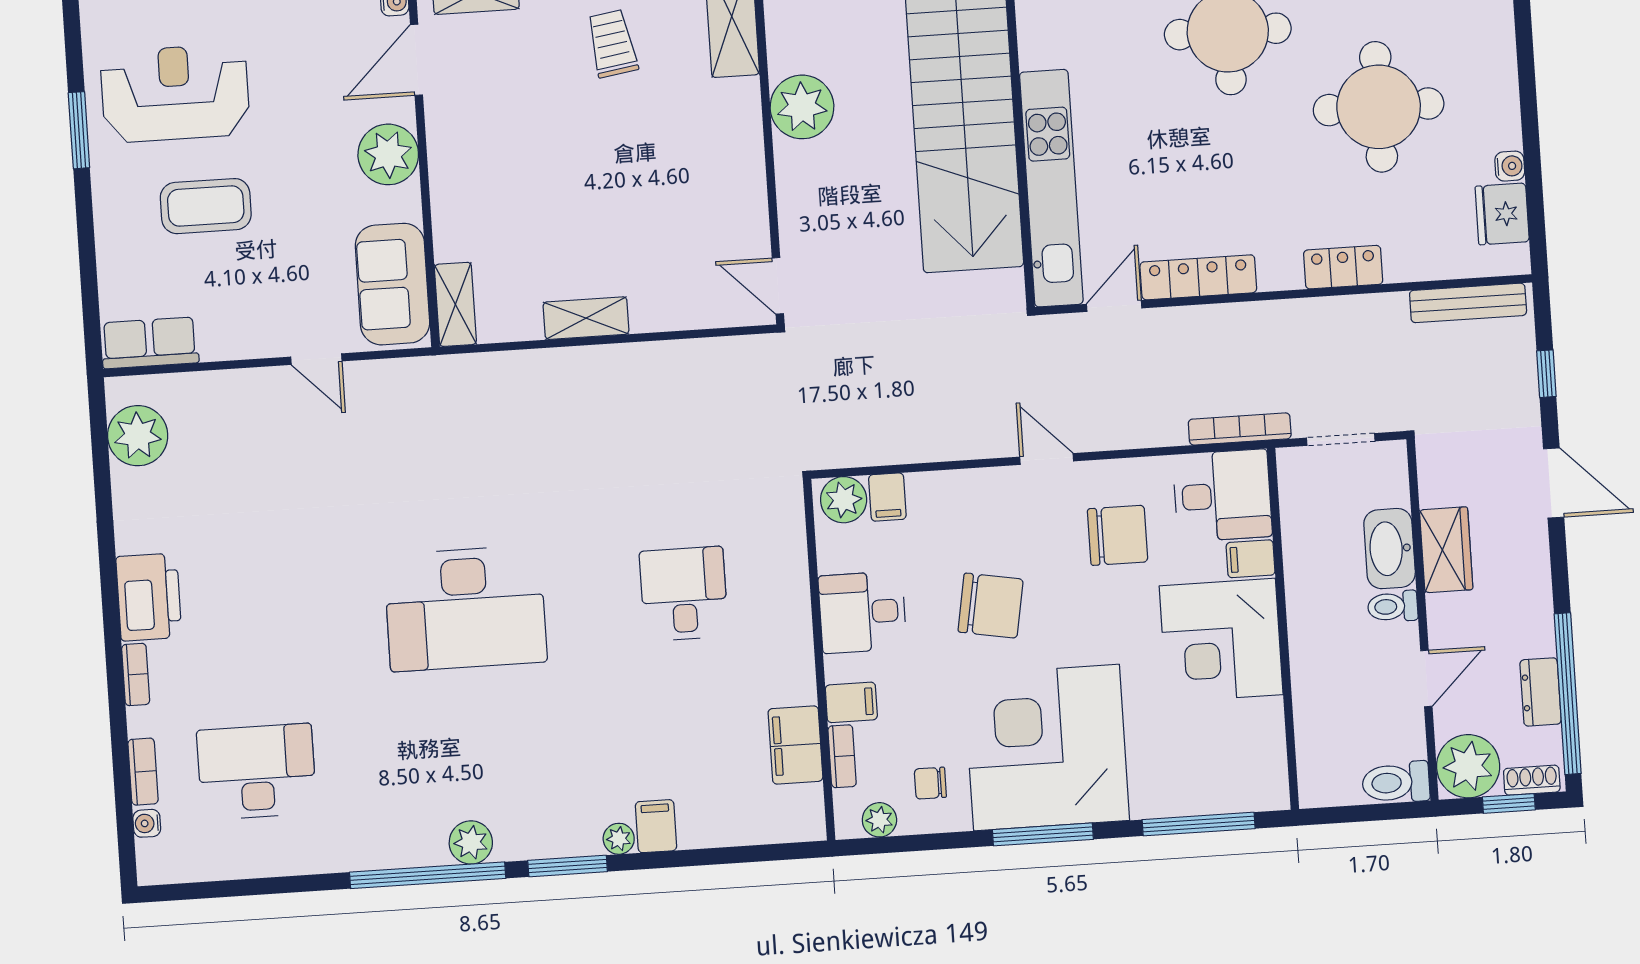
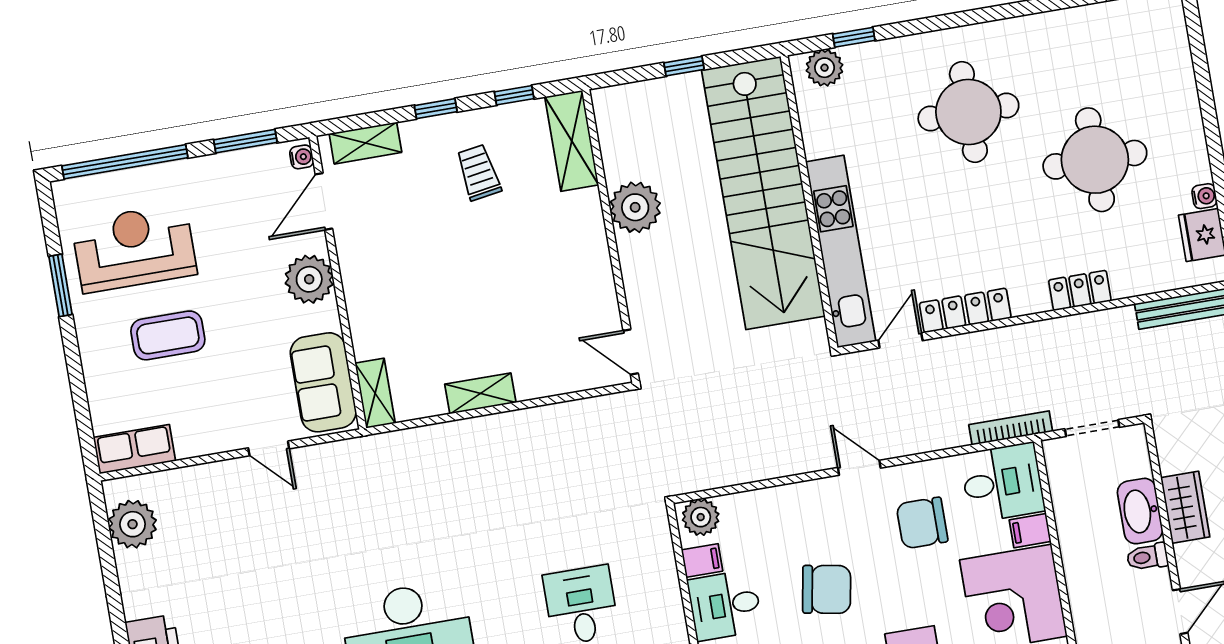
filing cabinet: (887, 497) -> (702, 561), moved, turned -90
chair: (1118, 535) -> (922, 523), turned 180

